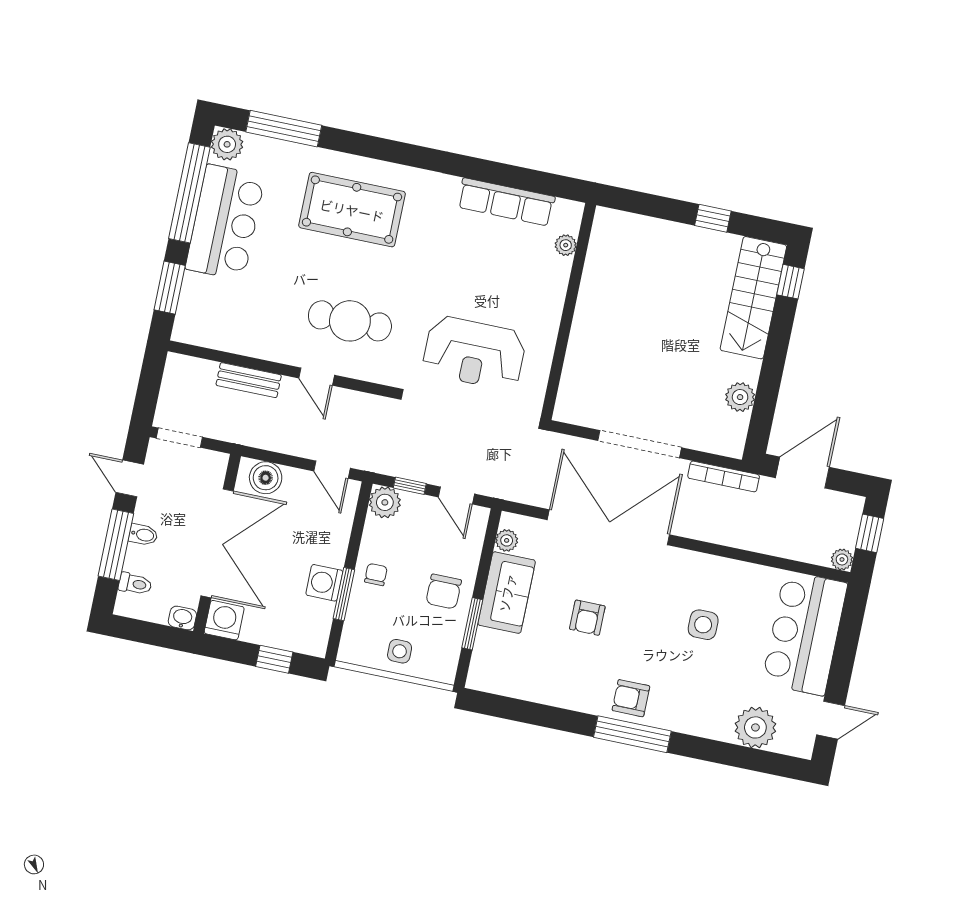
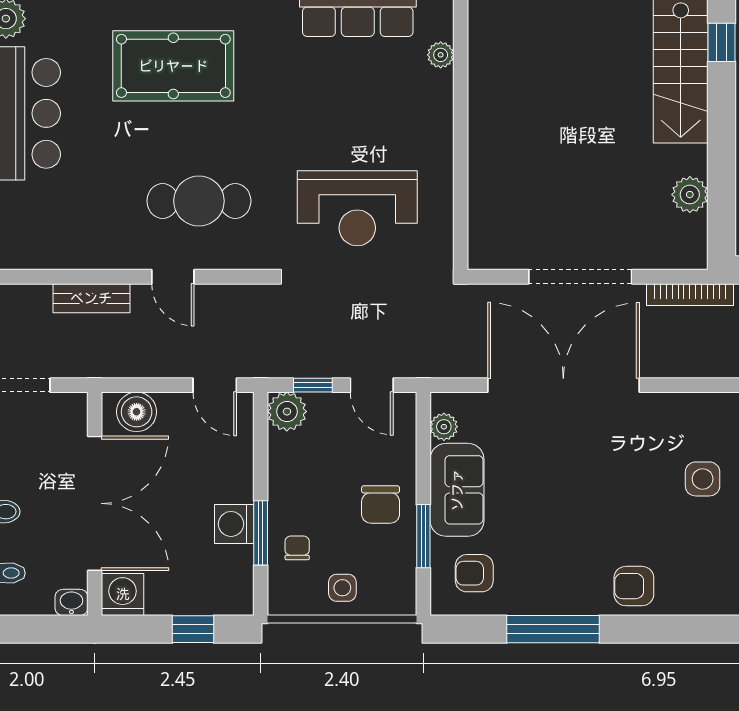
chair: (376, 574) -> (297, 548), moved
armchair: (587, 618) -> (474, 573), moved, turned 90
window: (632, 734) -> (553, 629), moved

